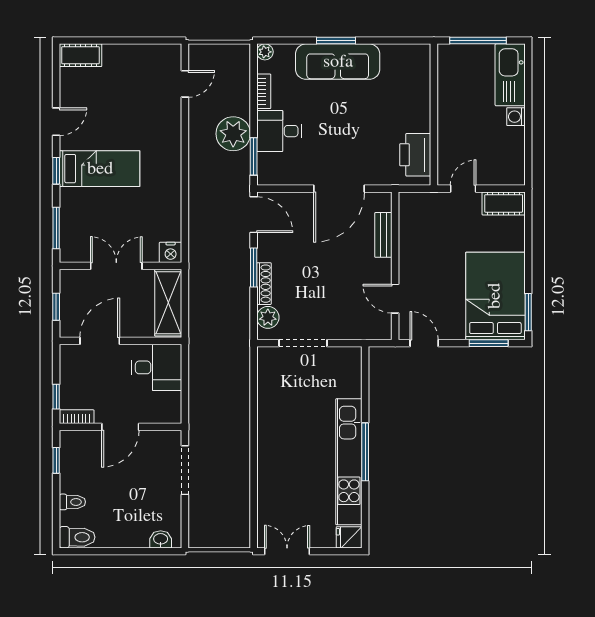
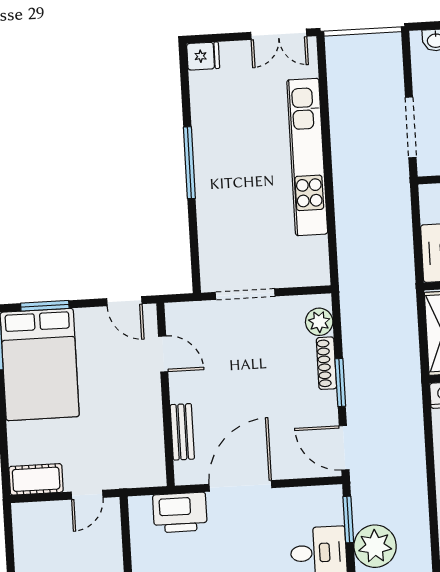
printer: (415, 155) -> (180, 512), moved, turned 90
doorway: (303, 343) -> (245, 294), moved
kitchen unit: (349, 462) -> (307, 157), moved, turned 180

